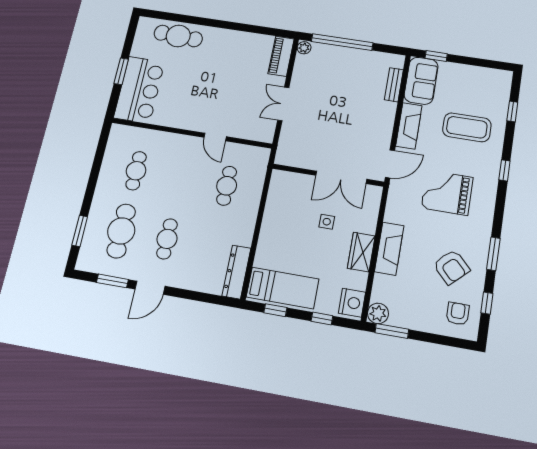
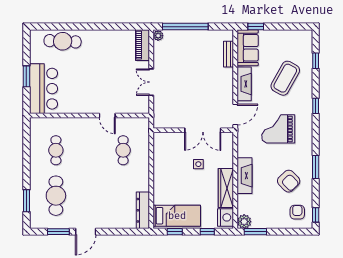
coffee table: (467, 127) -> (285, 78), turned -61
cafe table: (167, 239) -> (90, 196), removed
wardrobe: (361, 252) -> (226, 188), width x1.50
window: (487, 303) -> (316, 215), moved

